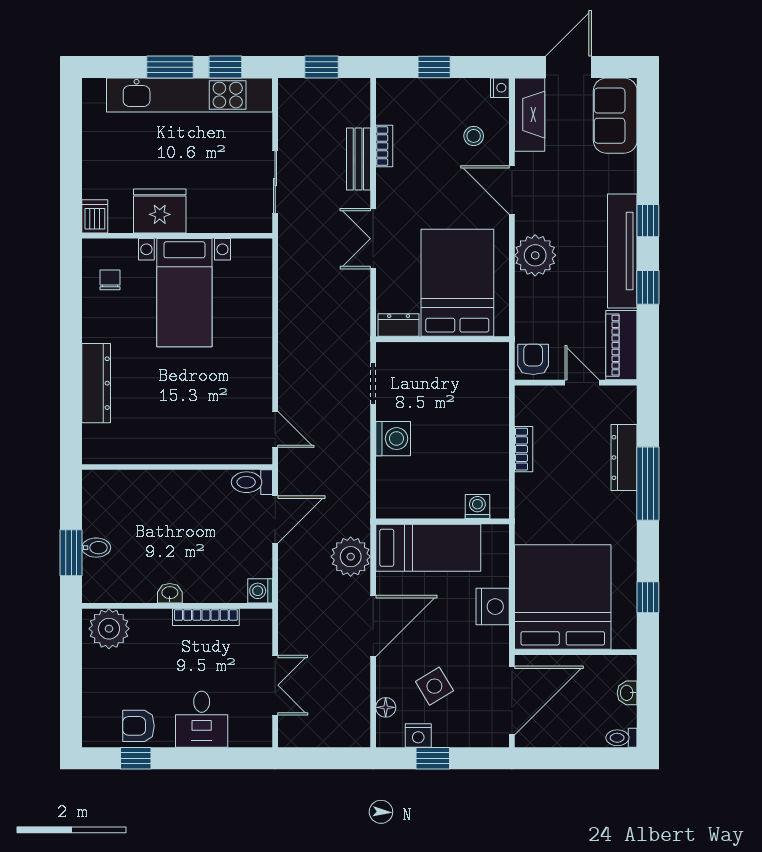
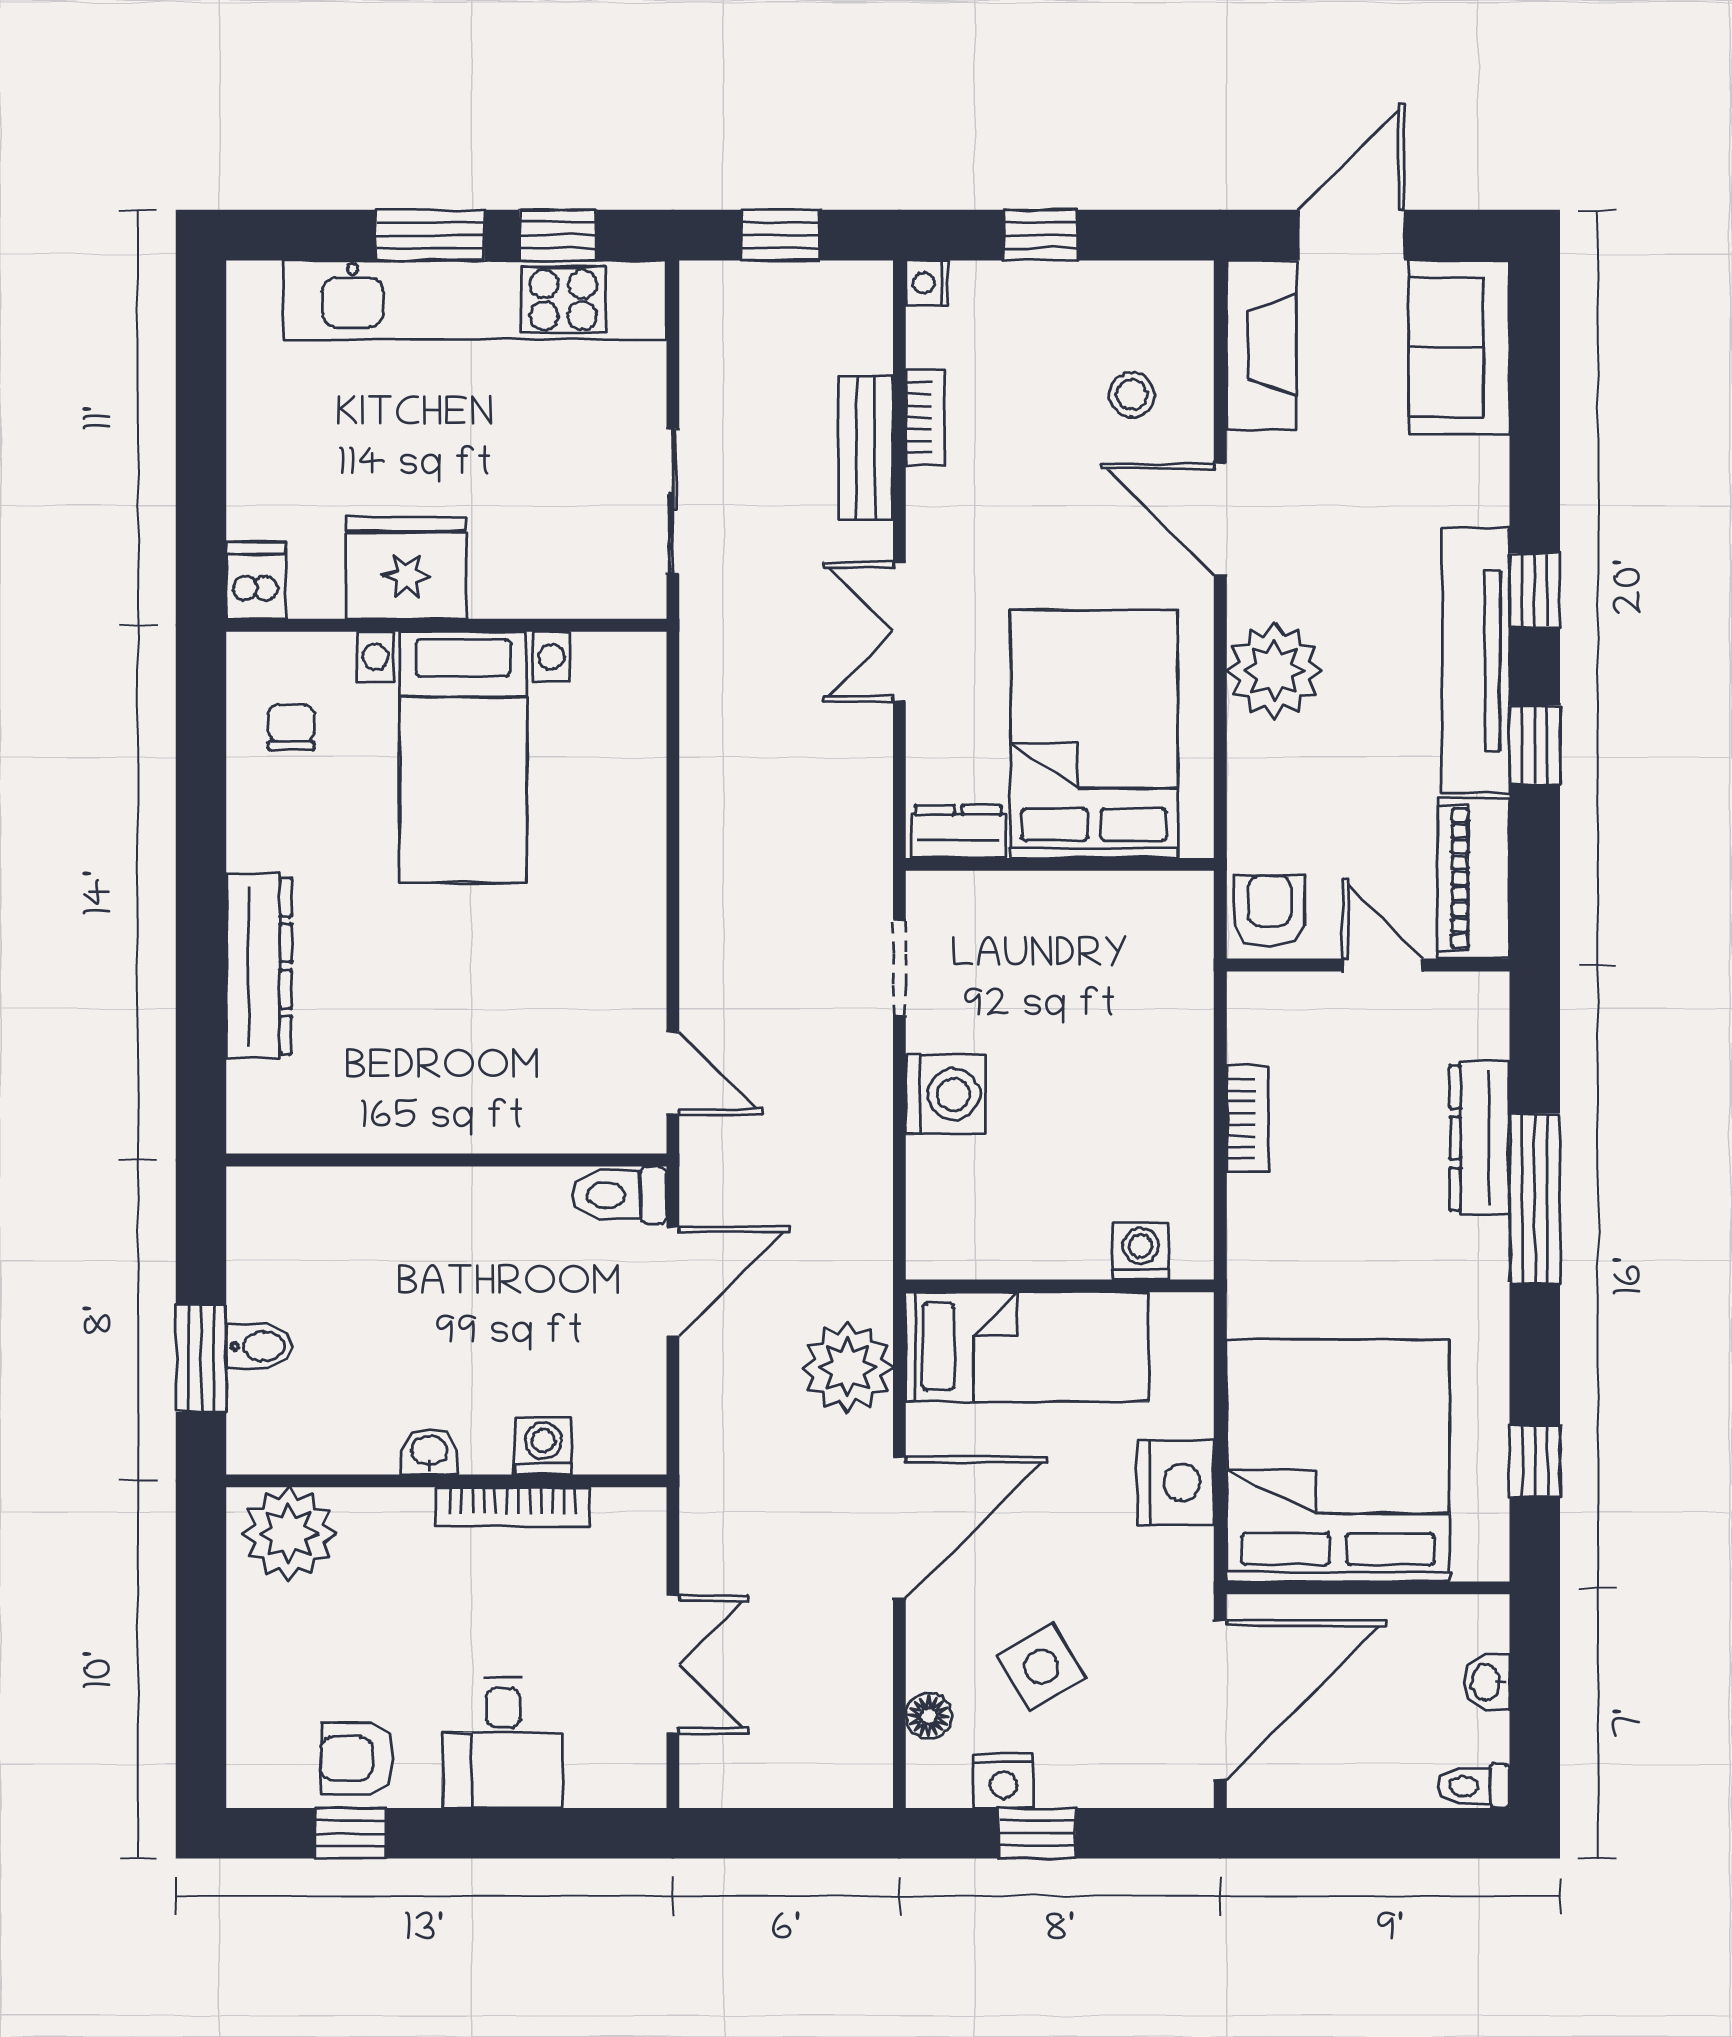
nightstand: (500, 88) -> (927, 283), moved, turned 180
washing machine: (260, 591) -> (543, 1446), moved, turned 90

